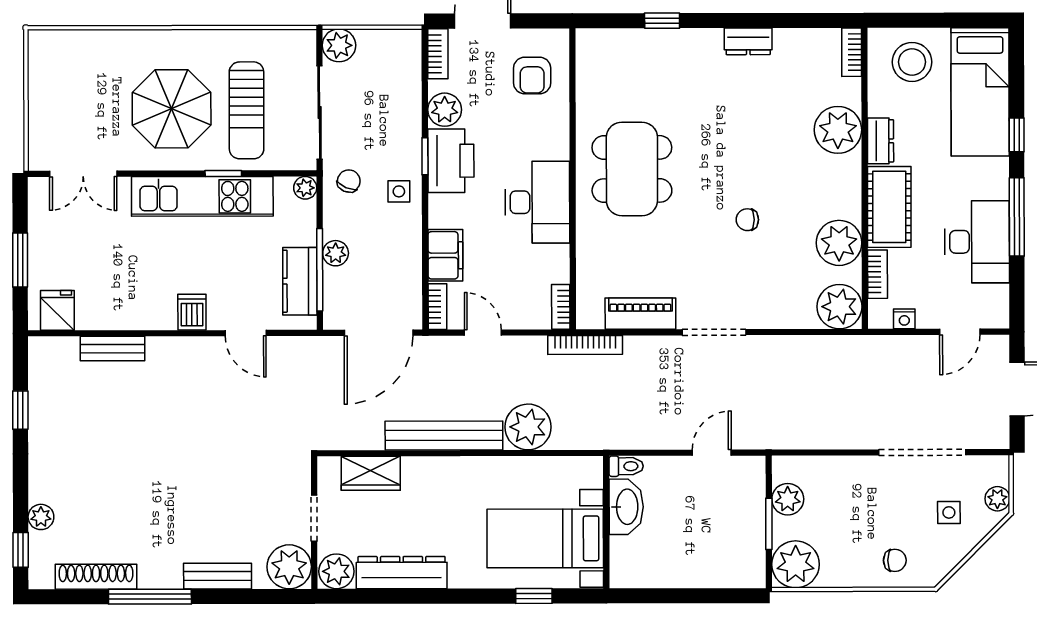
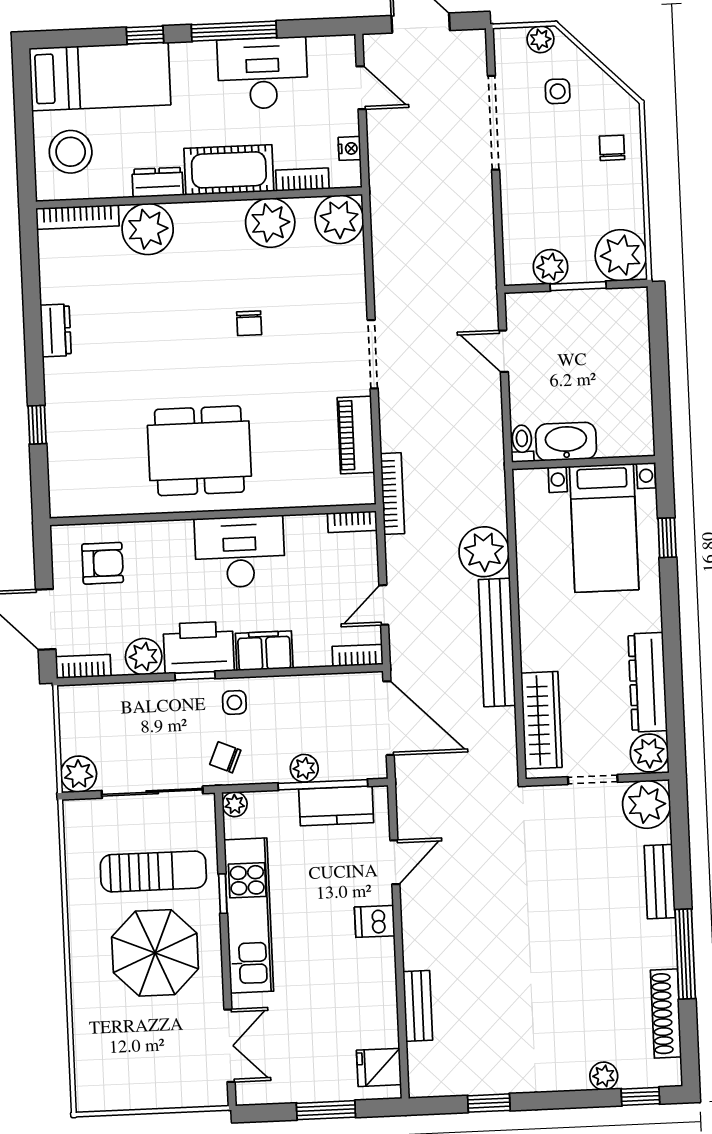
bookcase: (852, 52) -> (78, 217), width x1.56
filing cabinet: (445, 255) -> (264, 651), moved
wardrobe: (371, 473) -> (541, 720), width x1.50

